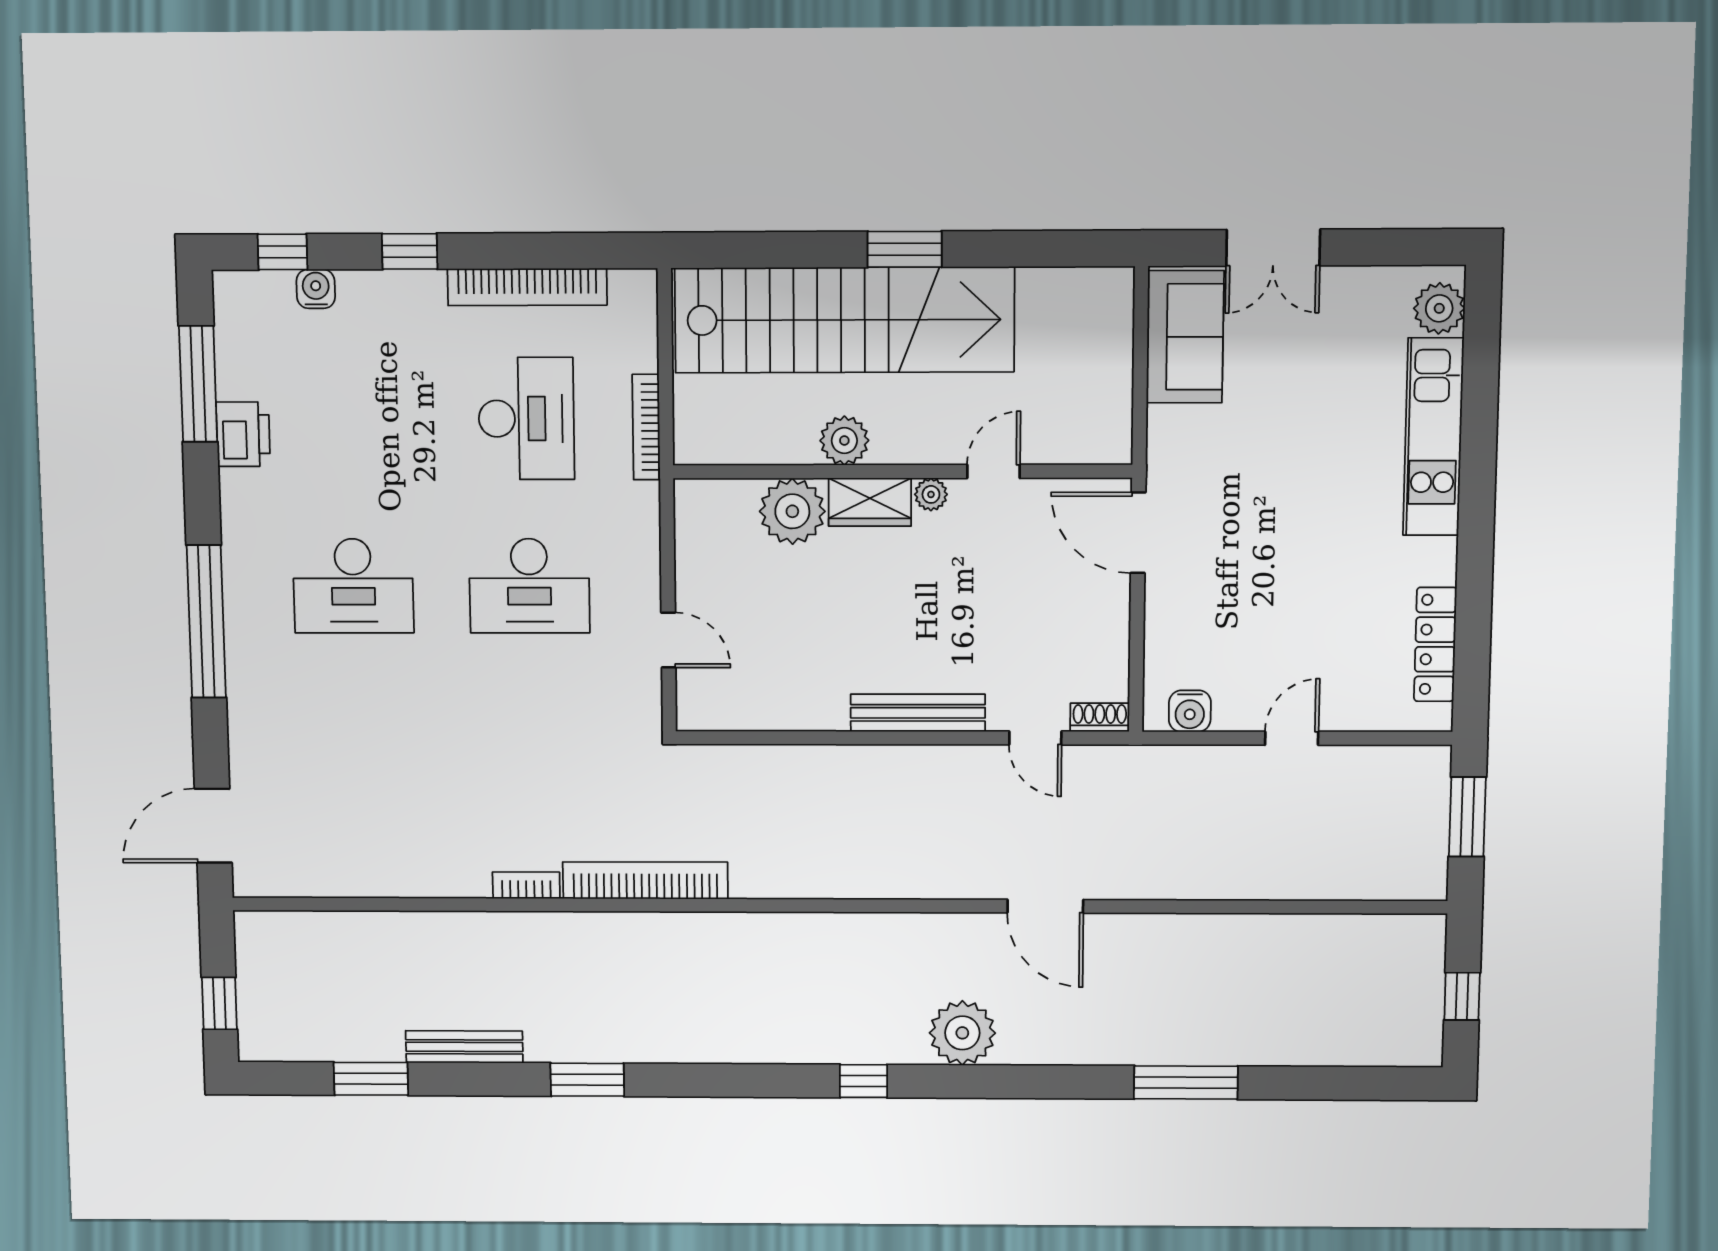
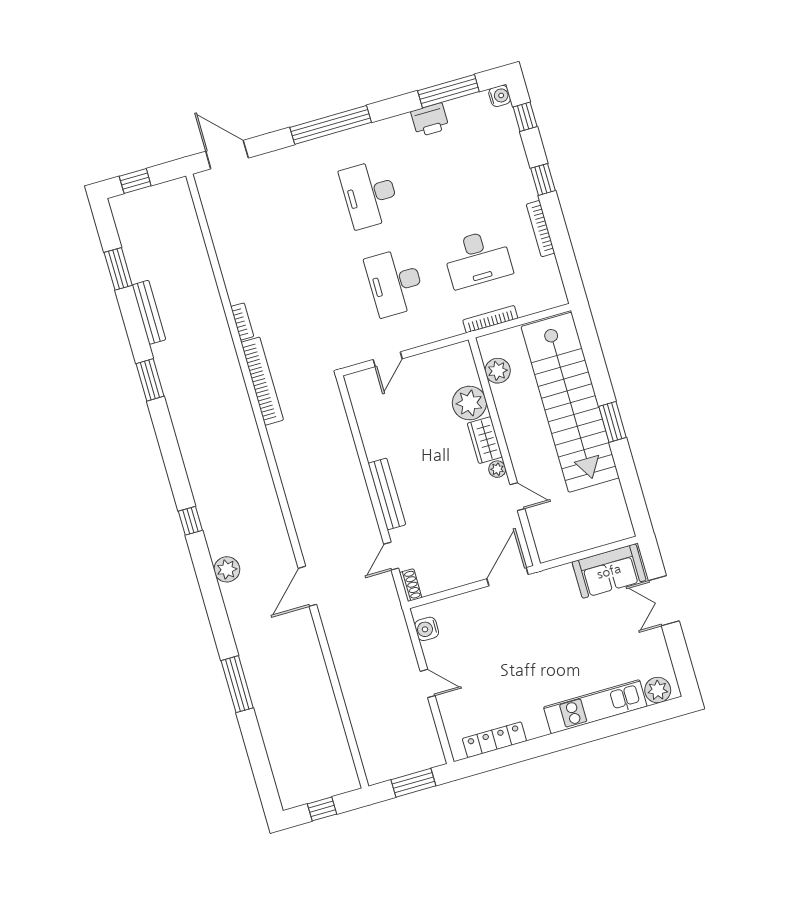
bookcase: (527, 287) -> (541, 229), width x0.68, depth x0.76
water cooler: (316, 289) -> (500, 96), moved
plant: (844, 441) -> (498, 371), moved
plant: (962, 1033) -> (227, 569), width x0.73, depth x0.73

